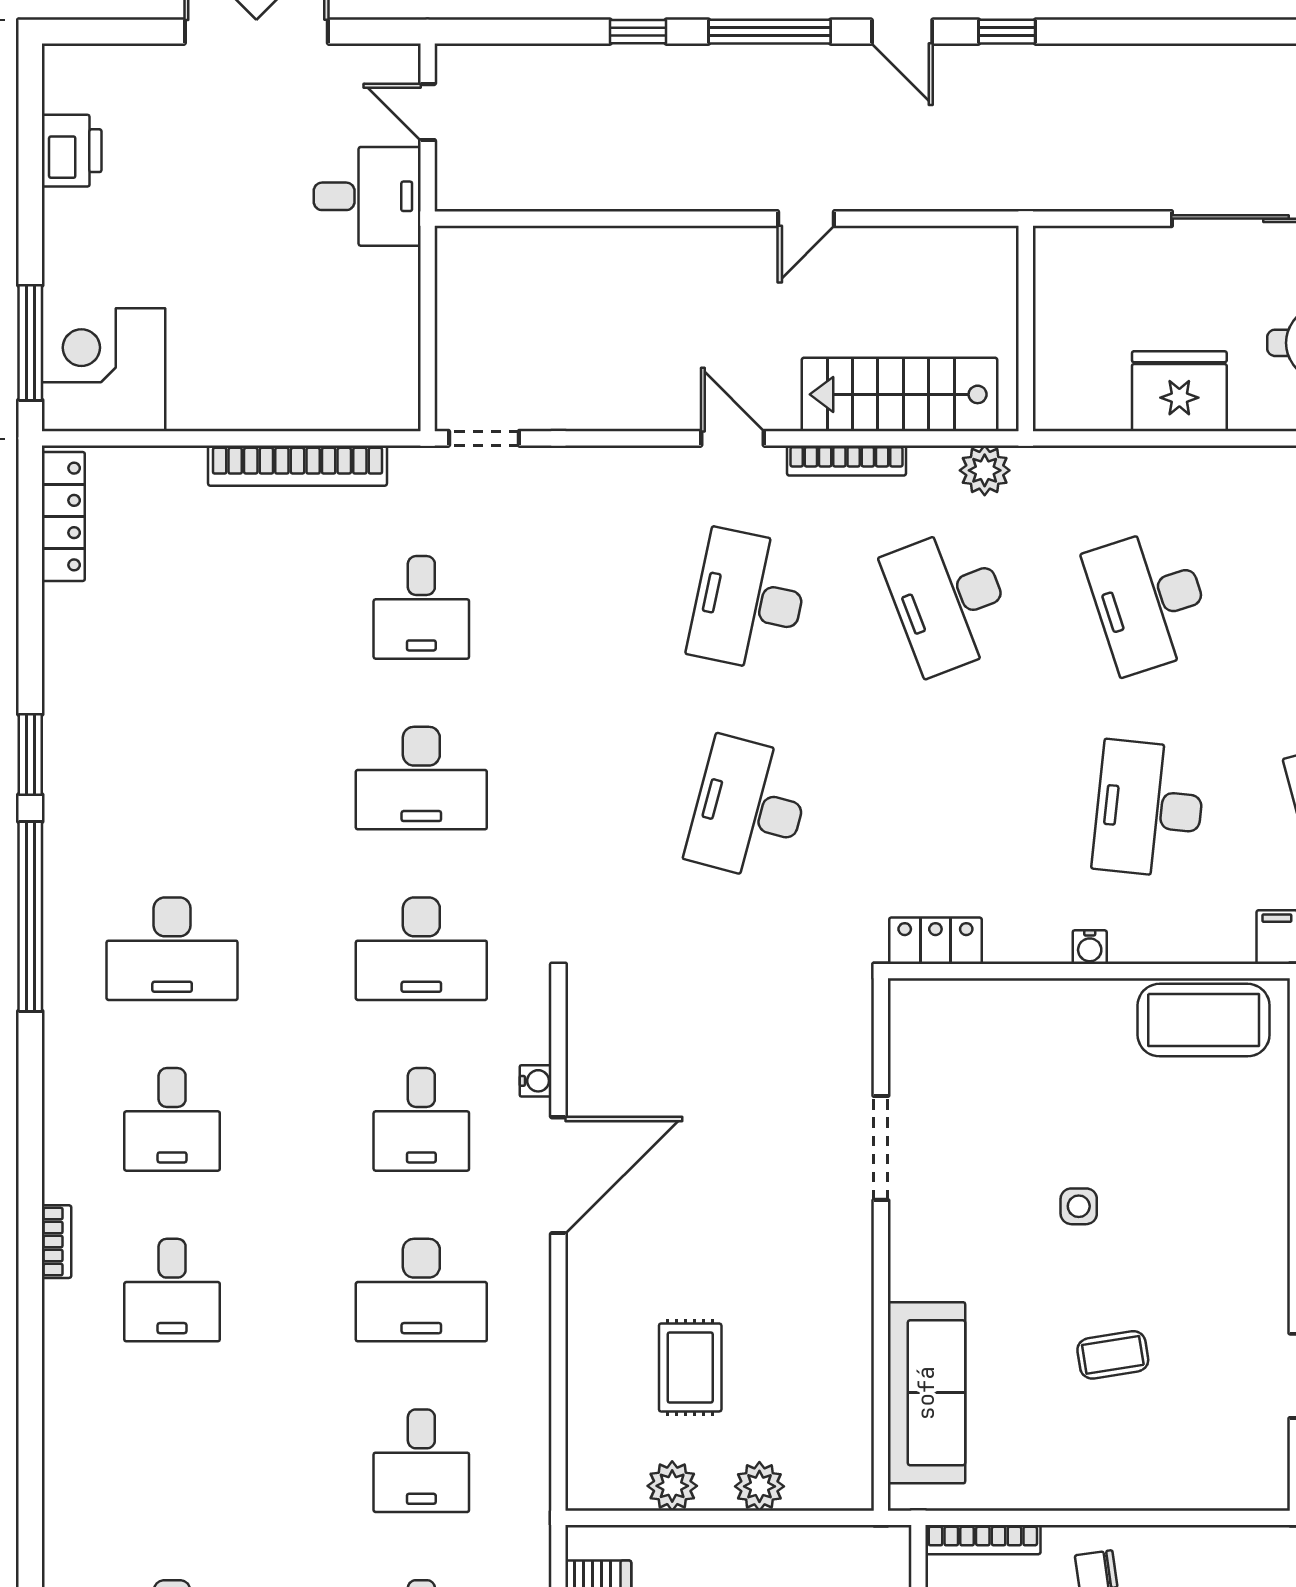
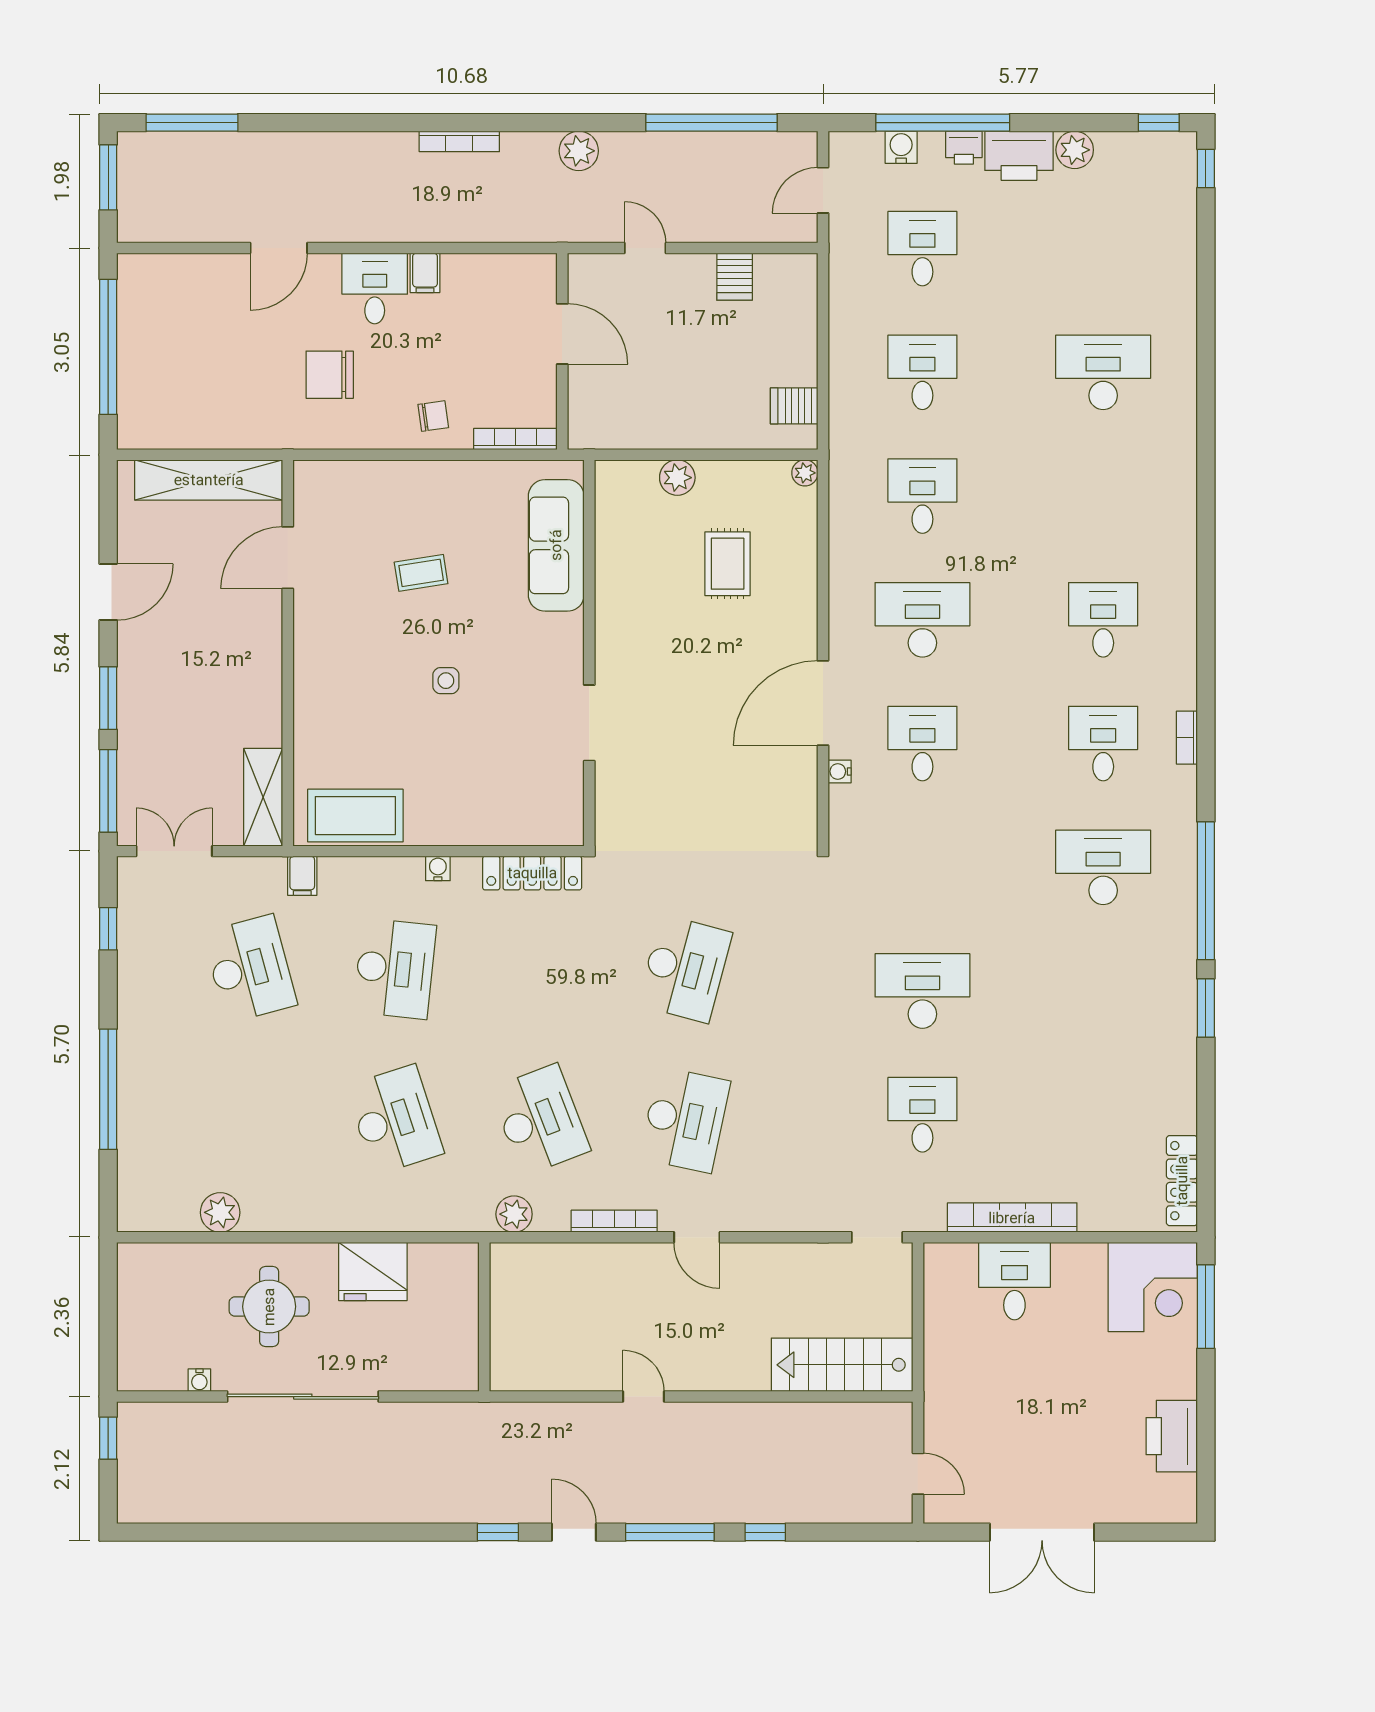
printer: (72, 151) -> (1172, 1436), width x1.37, depth x1.19
desk: (367, 196) -> (1014, 1281), moved, turned 90
door: (806, 219) -> (644, 1397), hinge flipped
stairs: (899, 394) -> (842, 1365), moved, turned 180
locker: (935, 941) -> (532, 873), width x1.53
desk: (421, 949) -> (922, 867), removed
bookcase: (57, 1242) -> (1187, 738), moved
plant: (672, 1486) -> (805, 473), moved, width x0.73, depth x0.73

